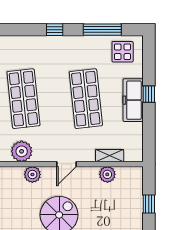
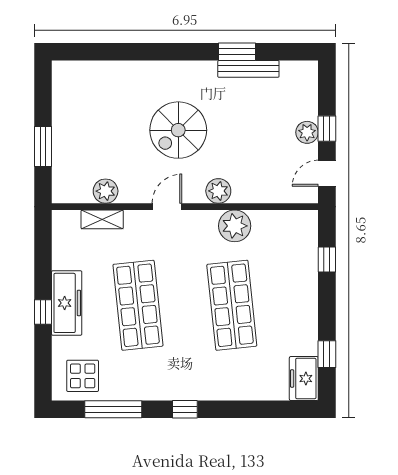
window: (149, 204) -> (43, 146), width x1.50

